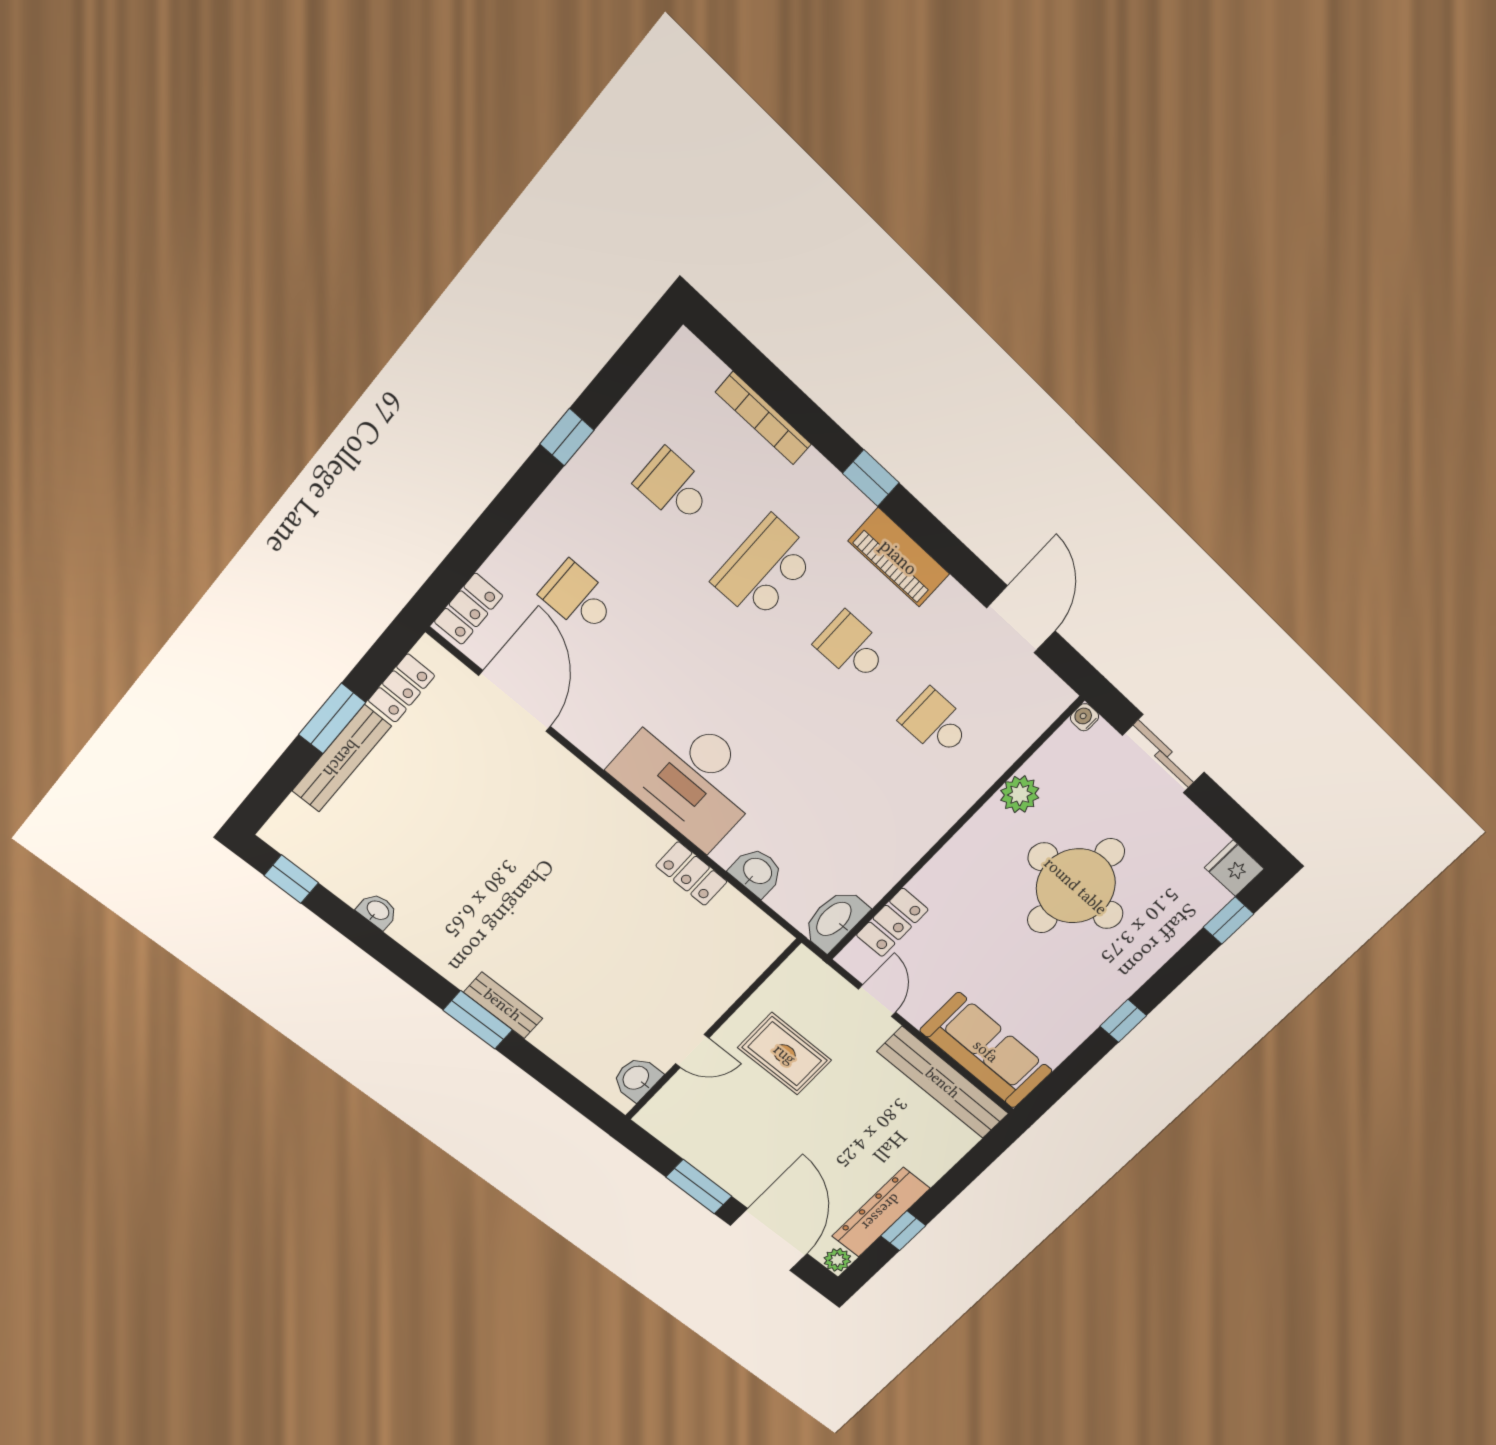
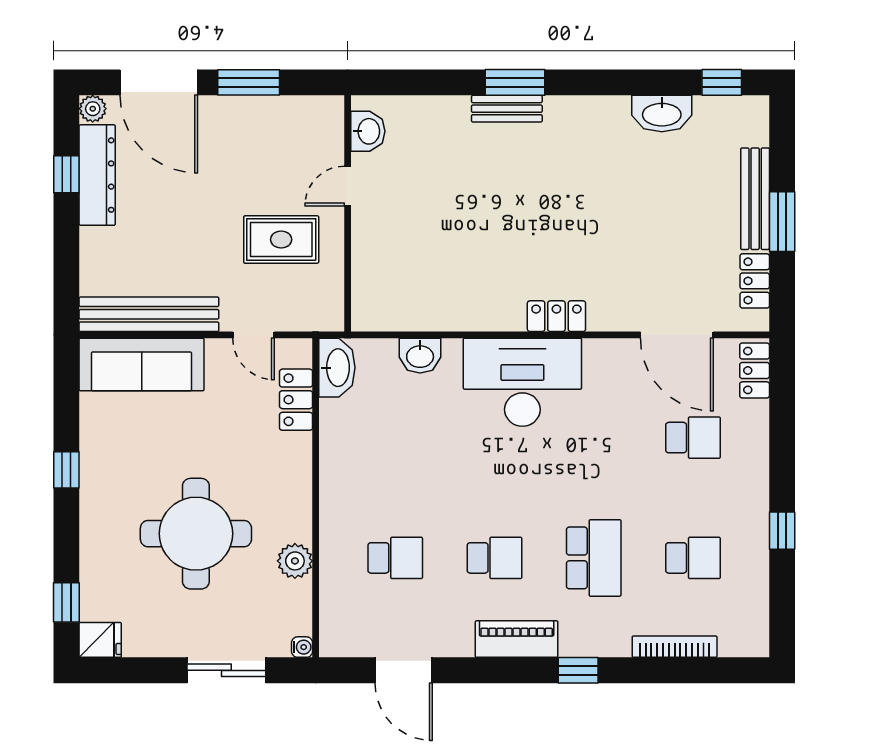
locker: (691, 874) -> (556, 316), moved
washbasin: (378, 911) -> (662, 114), width x1.91, depth x1.45

